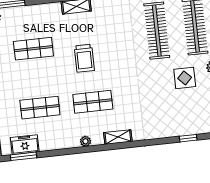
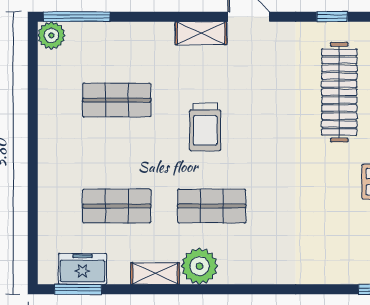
shelving: (118, 137) -> (155, 274), moved
plant: (86, 141) -> (200, 266), width x1.88, depth x1.88

